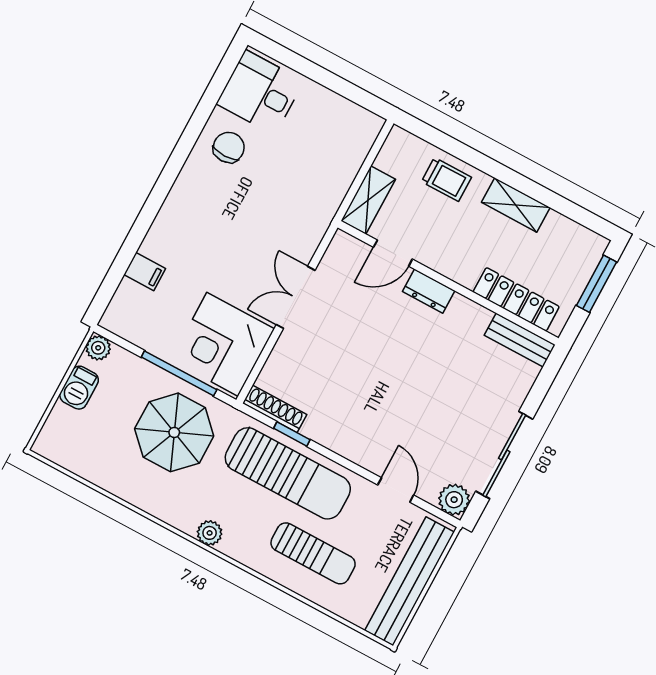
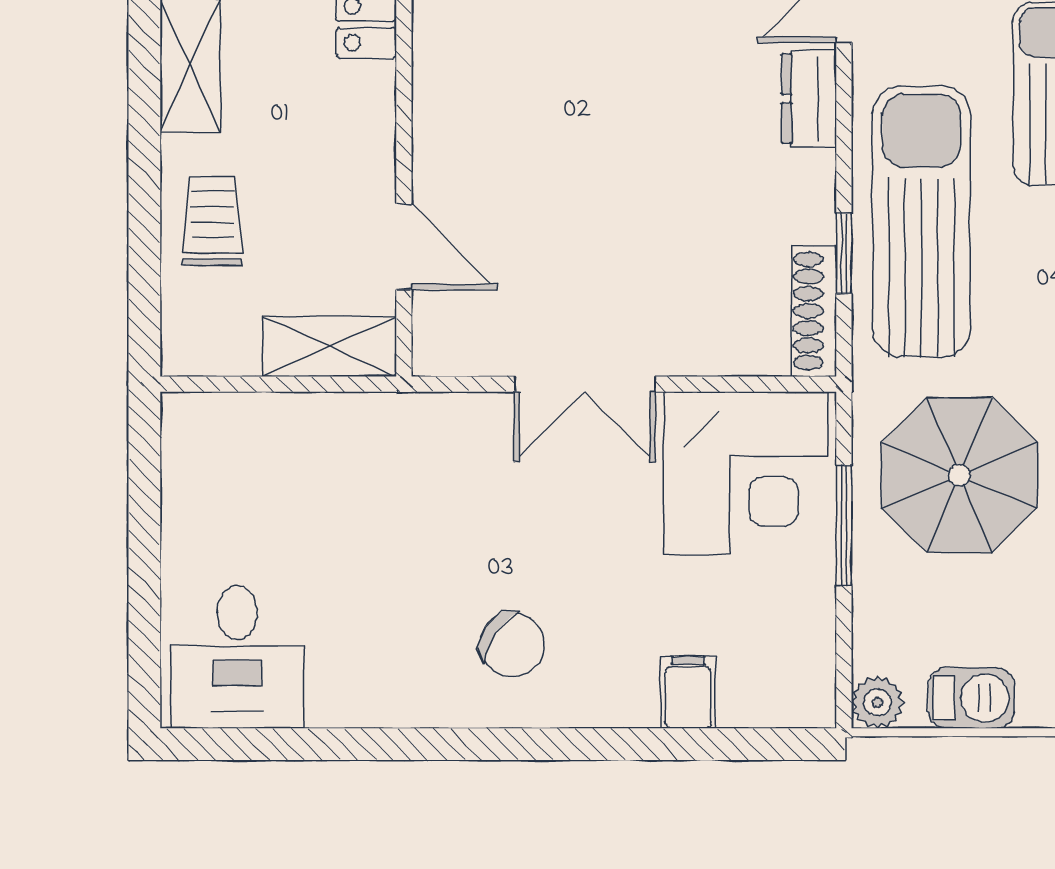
chair: (229, 147) -> (512, 645), moved, turned -146
dresser: (429, 291) -> (809, 99), moved, turned 180
window: (179, 373) -> (844, 525), width x0.69

